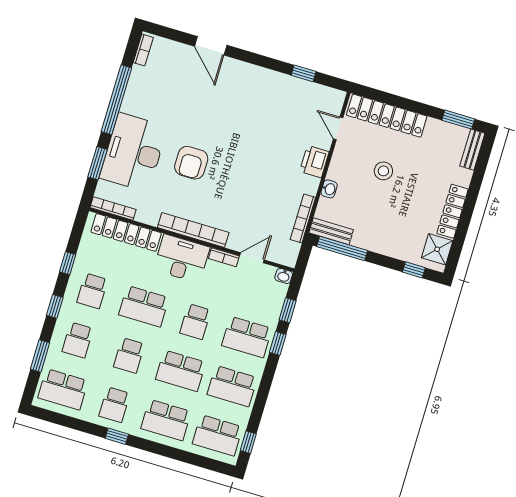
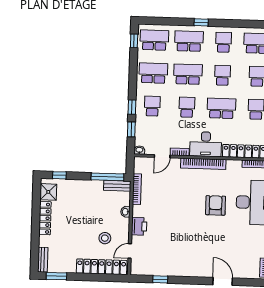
door: (338, 128) -> (130, 251), swing flipped
stool: (383, 171) -> (105, 238), moved
school desk: (247, 337) -> (152, 106), width x0.54
window: (117, 436) -> (201, 22), moved

